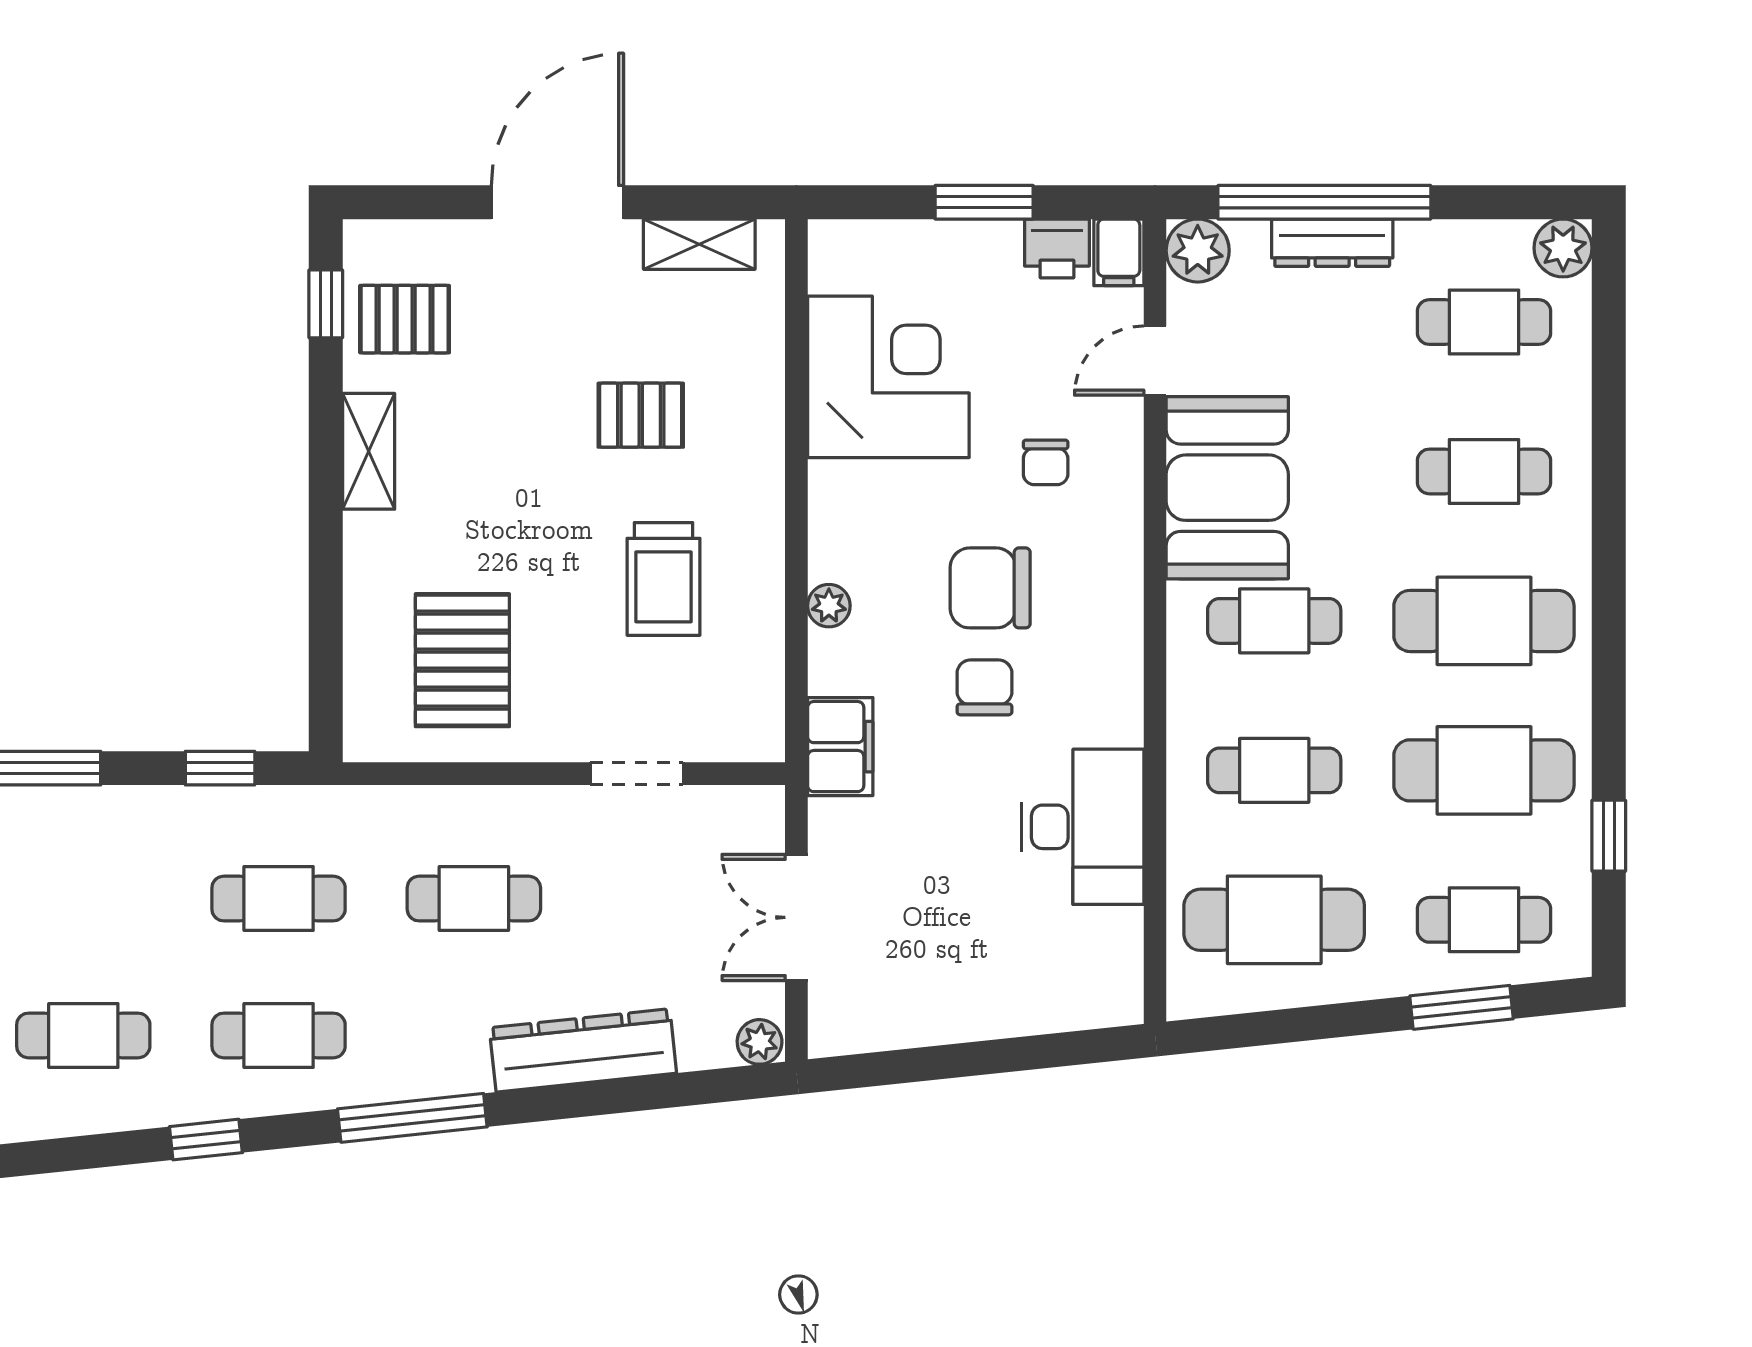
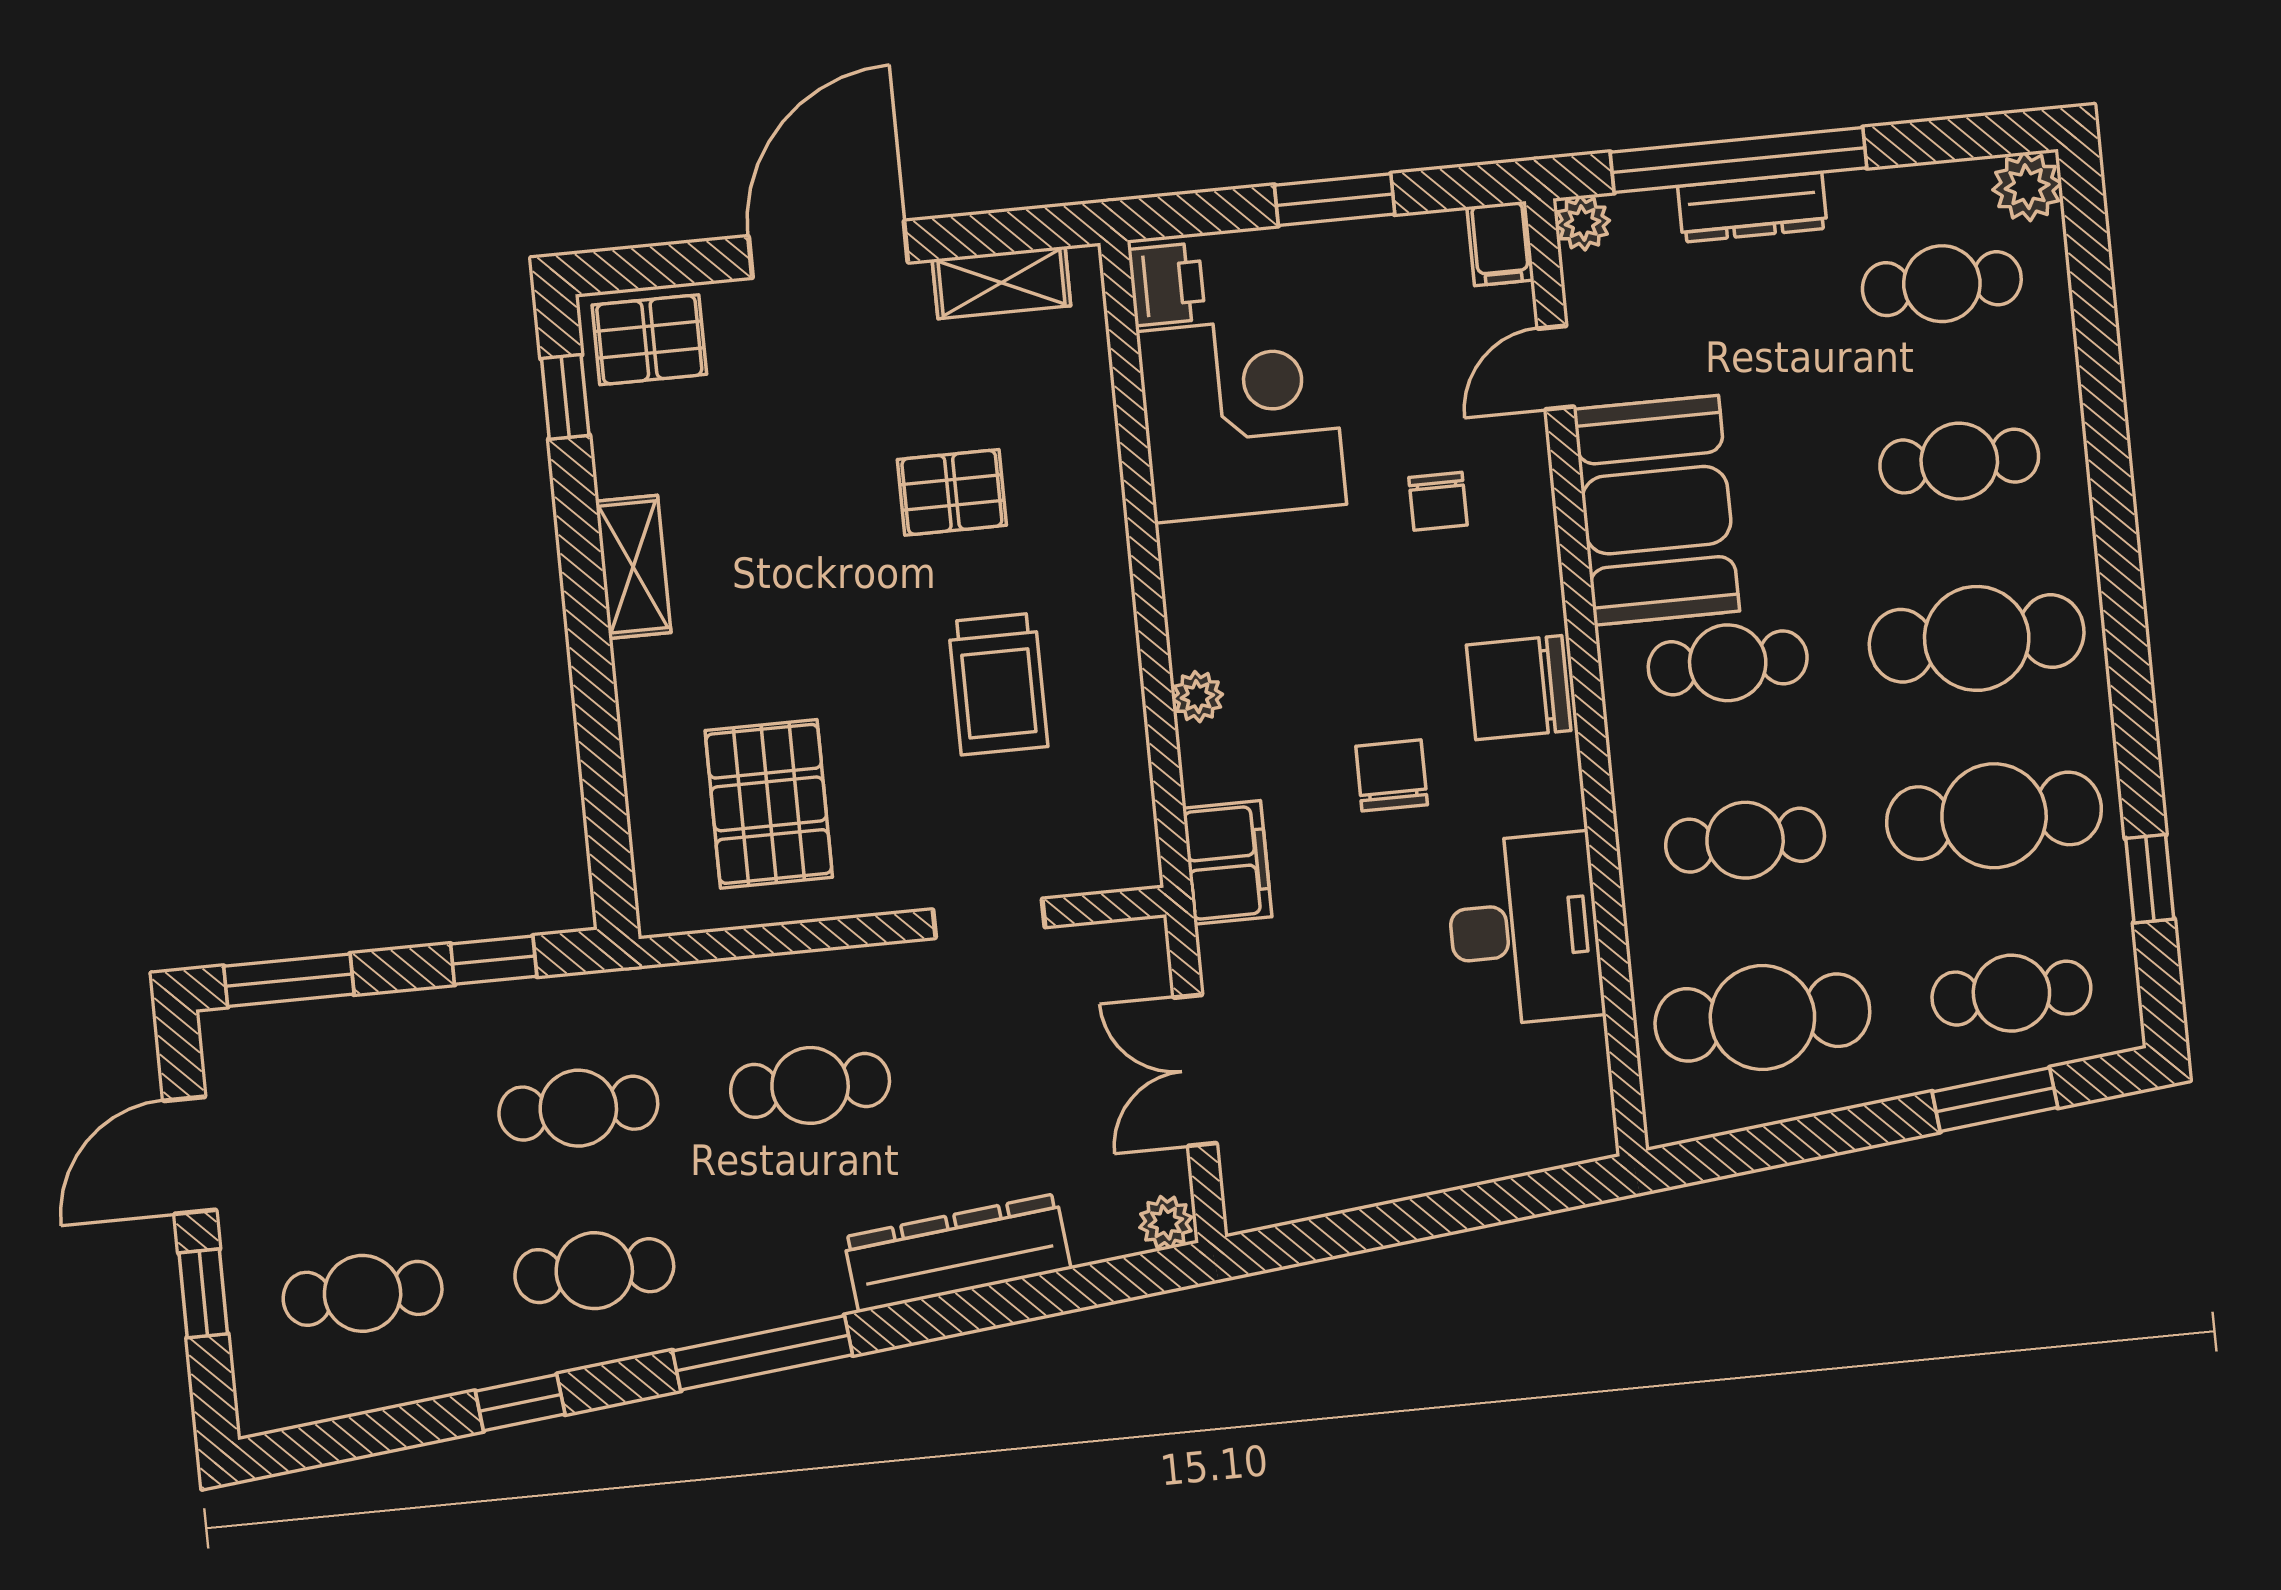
printer: (1057, 248) -> (1167, 284), moved, turned -90
plant: (1198, 251) -> (1583, 223), width x0.73, depth x0.73
pallet: (405, 319) -> (649, 340), moved
chair: (990, 588) -> (1519, 688), moved

